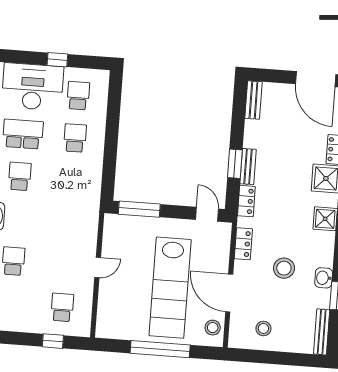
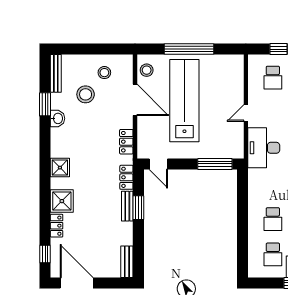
desk: (79, 224) -> (264, 148), added
stool: (284, 268) -> (86, 94), moved

